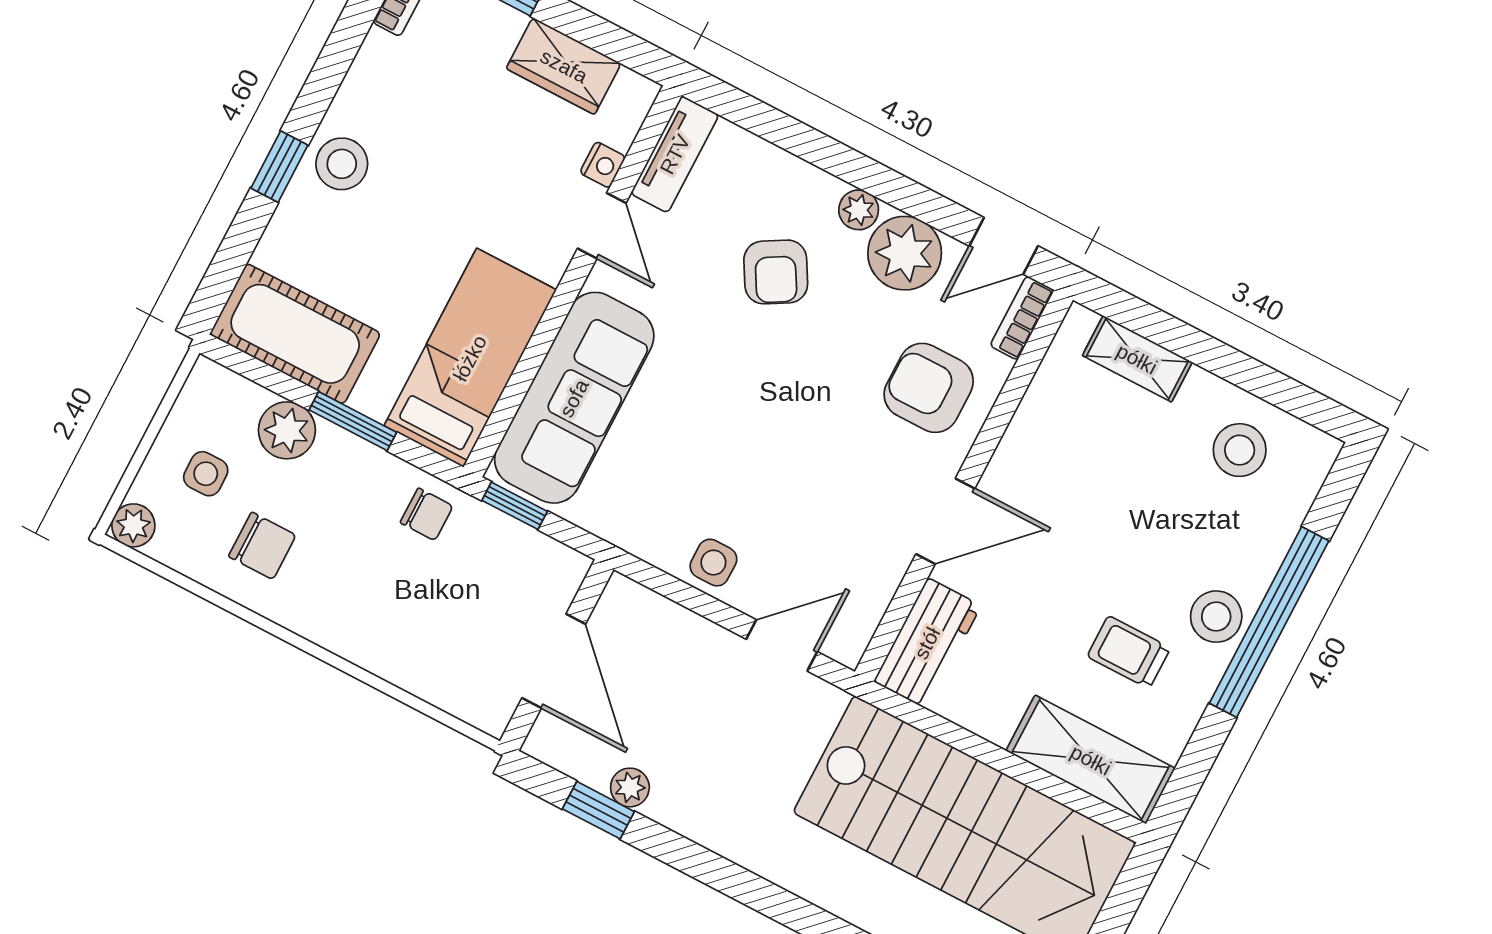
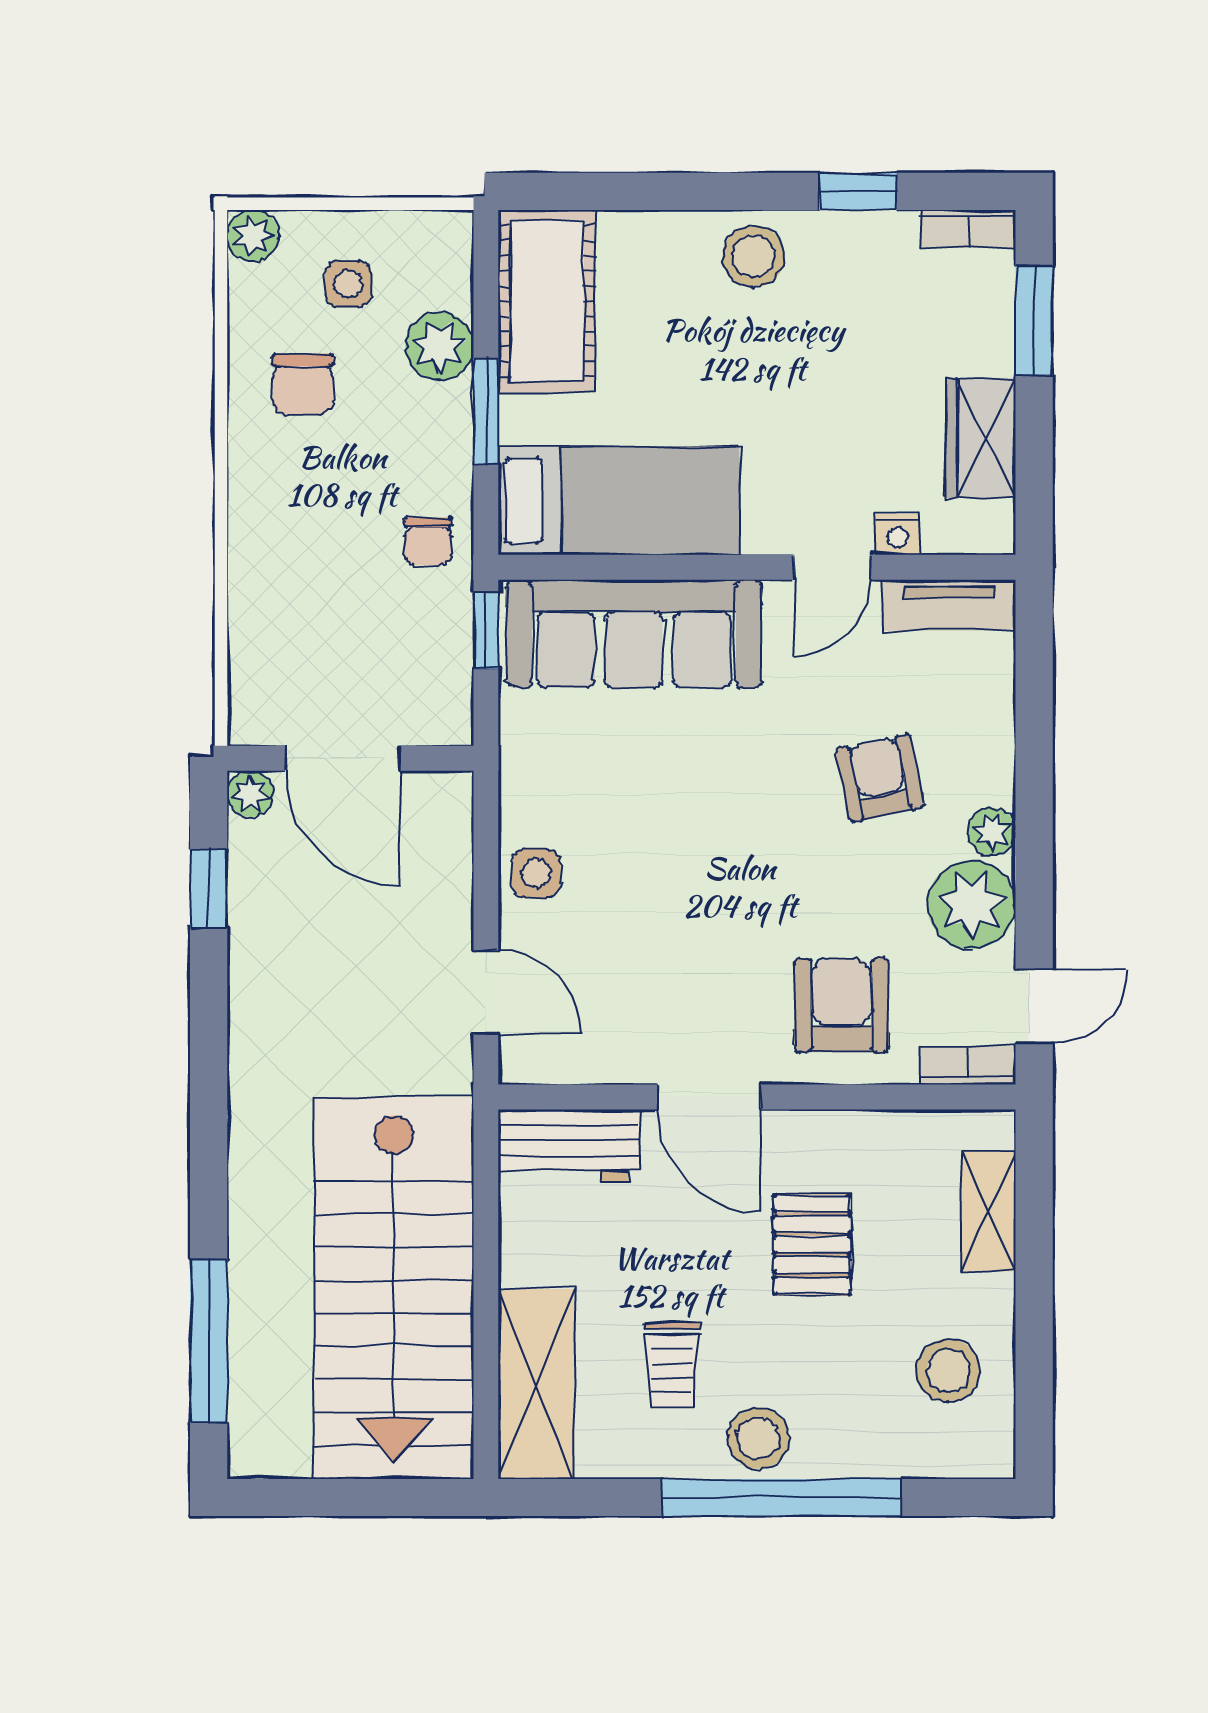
window: (279, 167) -> (858, 191), moved
door: (1004, 246) -> (1034, 1006), swing flipped
armchair: (776, 272) -> (880, 778), turned 108
pallet: (1094, 502) -> (812, 1245), added
trolley: (1129, 652) -> (672, 1365), turned 180
door: (554, 661) -> (343, 758), hinge flipped
plant: (630, 787) -> (250, 794), moved

